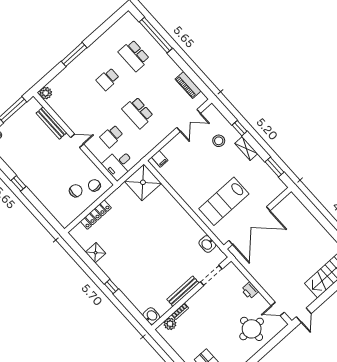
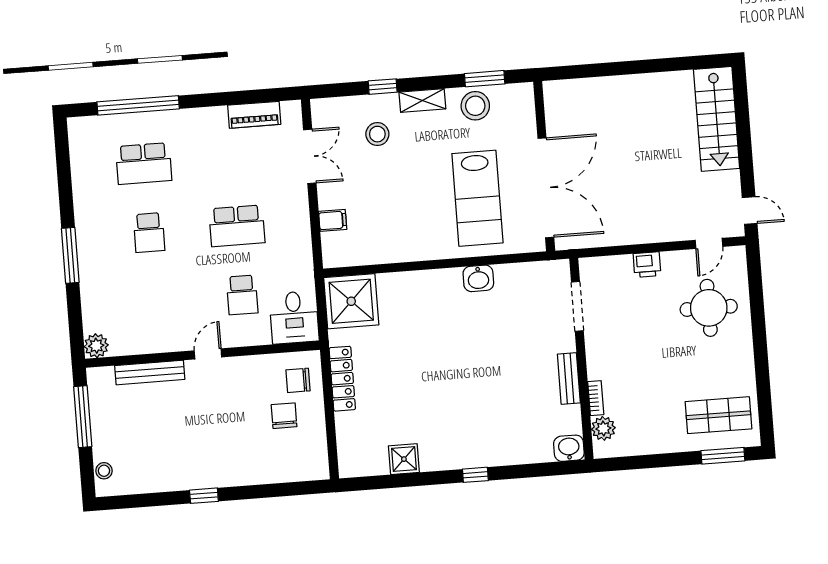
filing cabinet: (160, 159) -> (333, 220), moved
stool: (261, 172) -> (475, 106), added
locker: (96, 215) -> (342, 379), moved
washbasin: (207, 244) -> (478, 278), moved
bench: (183, 291) -> (569, 378), width x0.73

